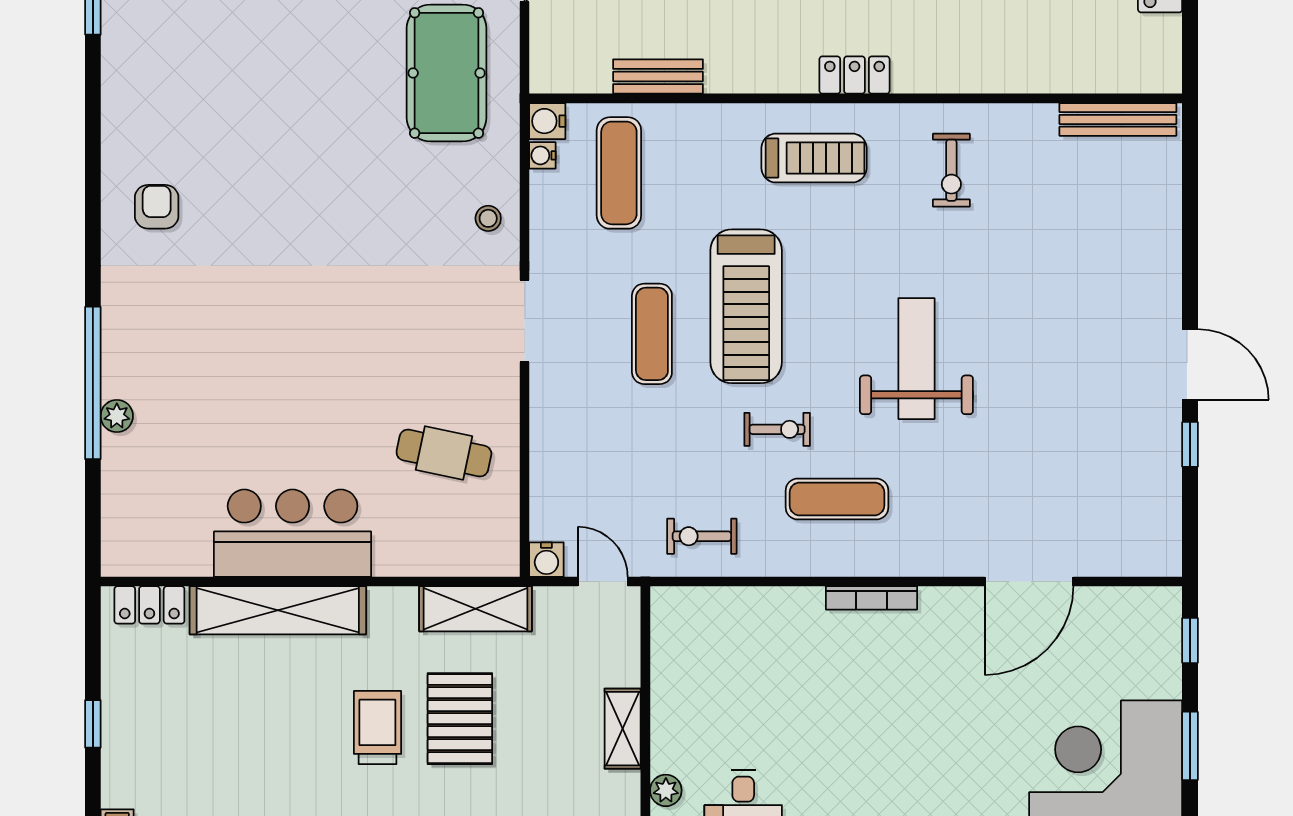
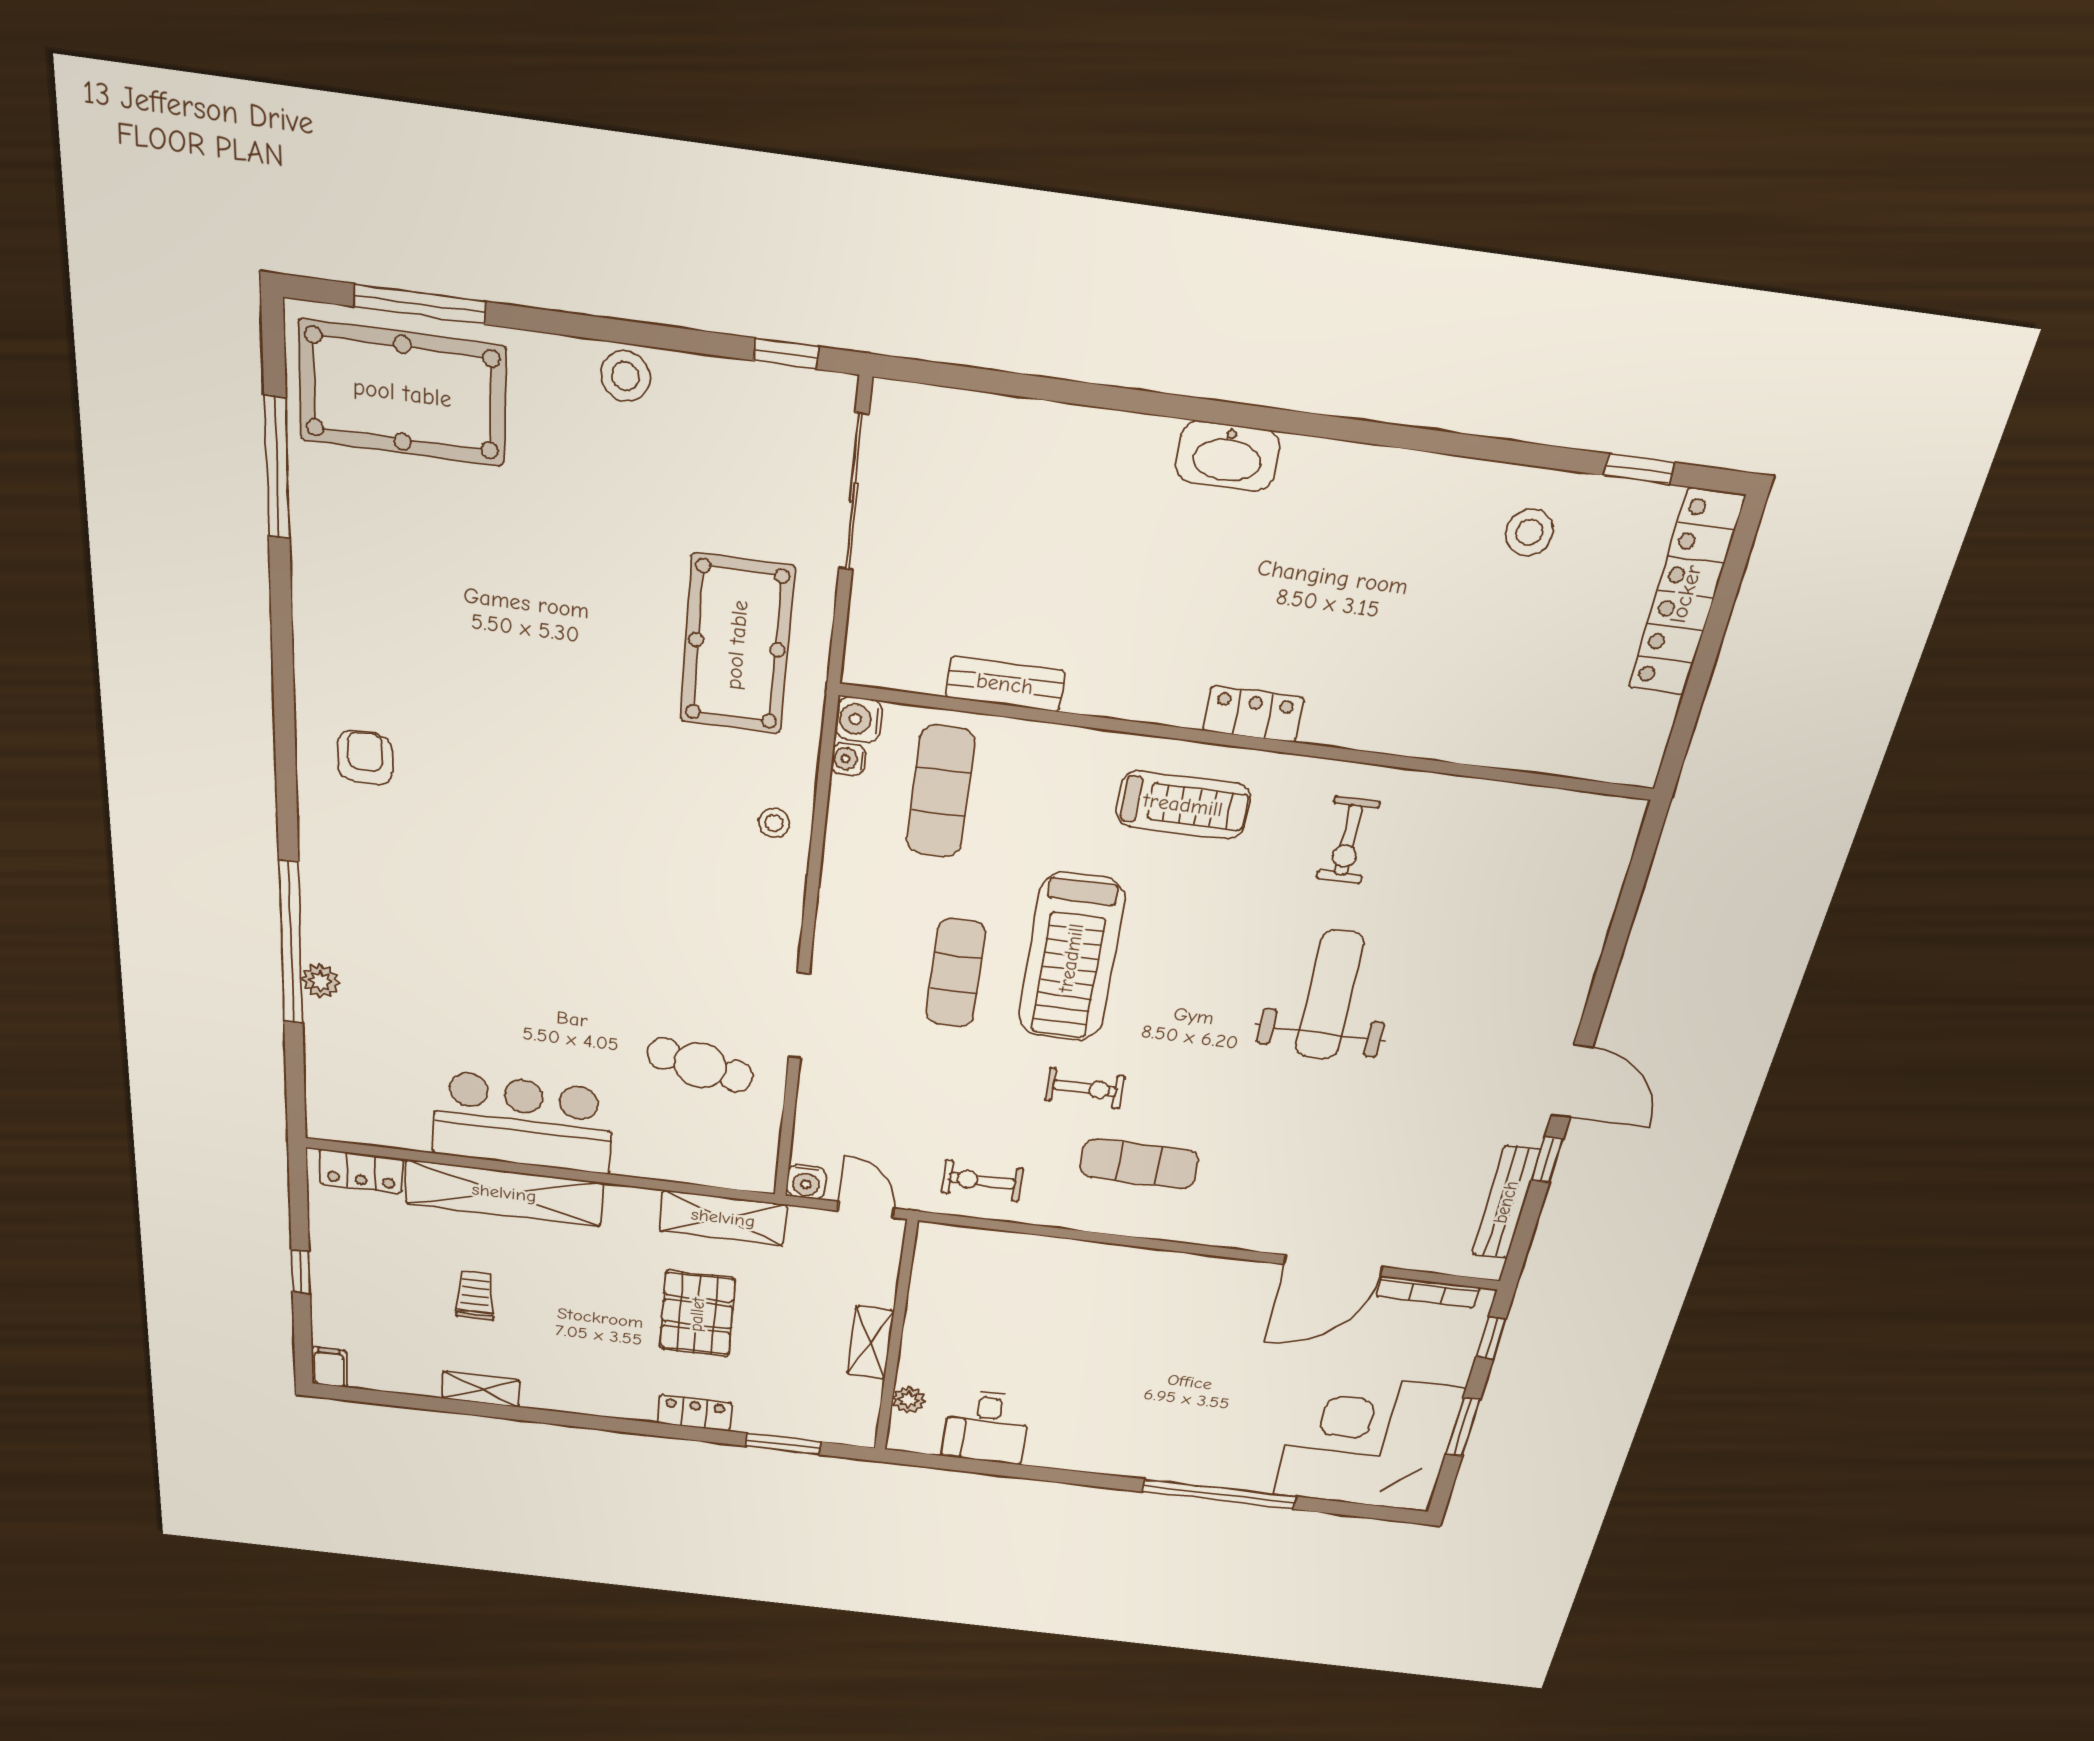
bench: (1118, 119) -> (1506, 1202), moved, turned 90
doorway: (525, 321) -> (799, 1016), moved
weight bench: (916, 359) -> (1330, 995), moved
bookcase: (871, 598) -> (1428, 1292), moved
trolley: (377, 728) -> (475, 1295), moved, width x0.73, depth x0.72

